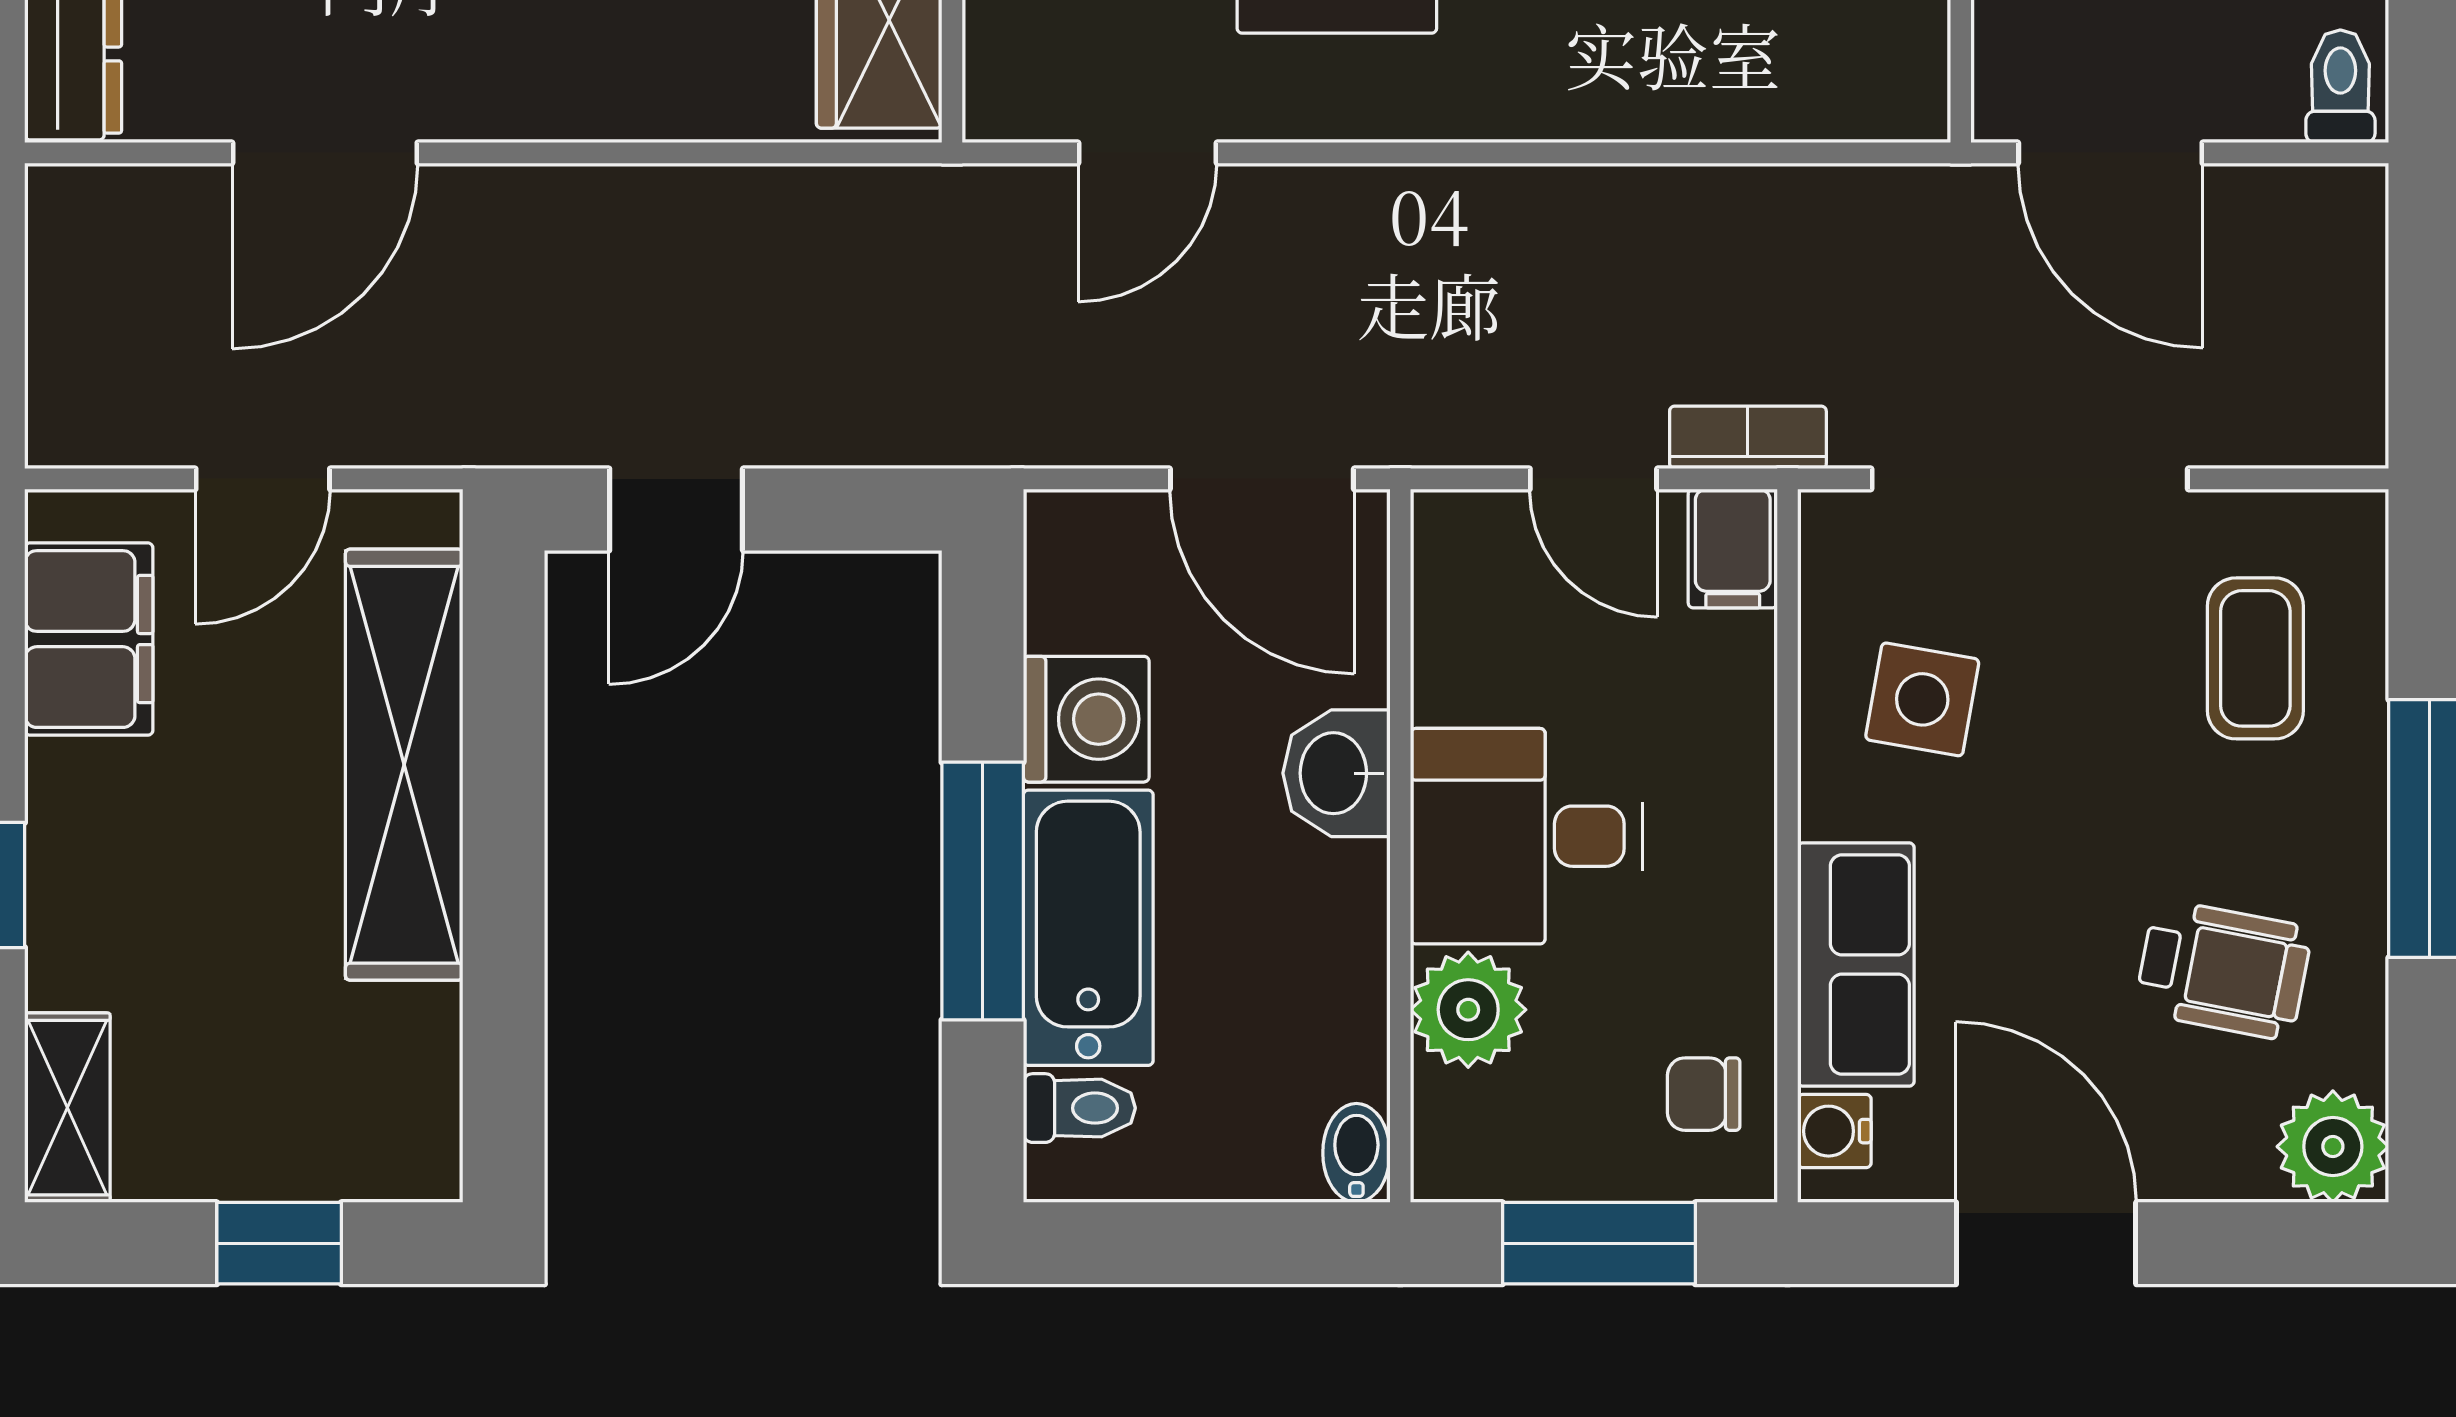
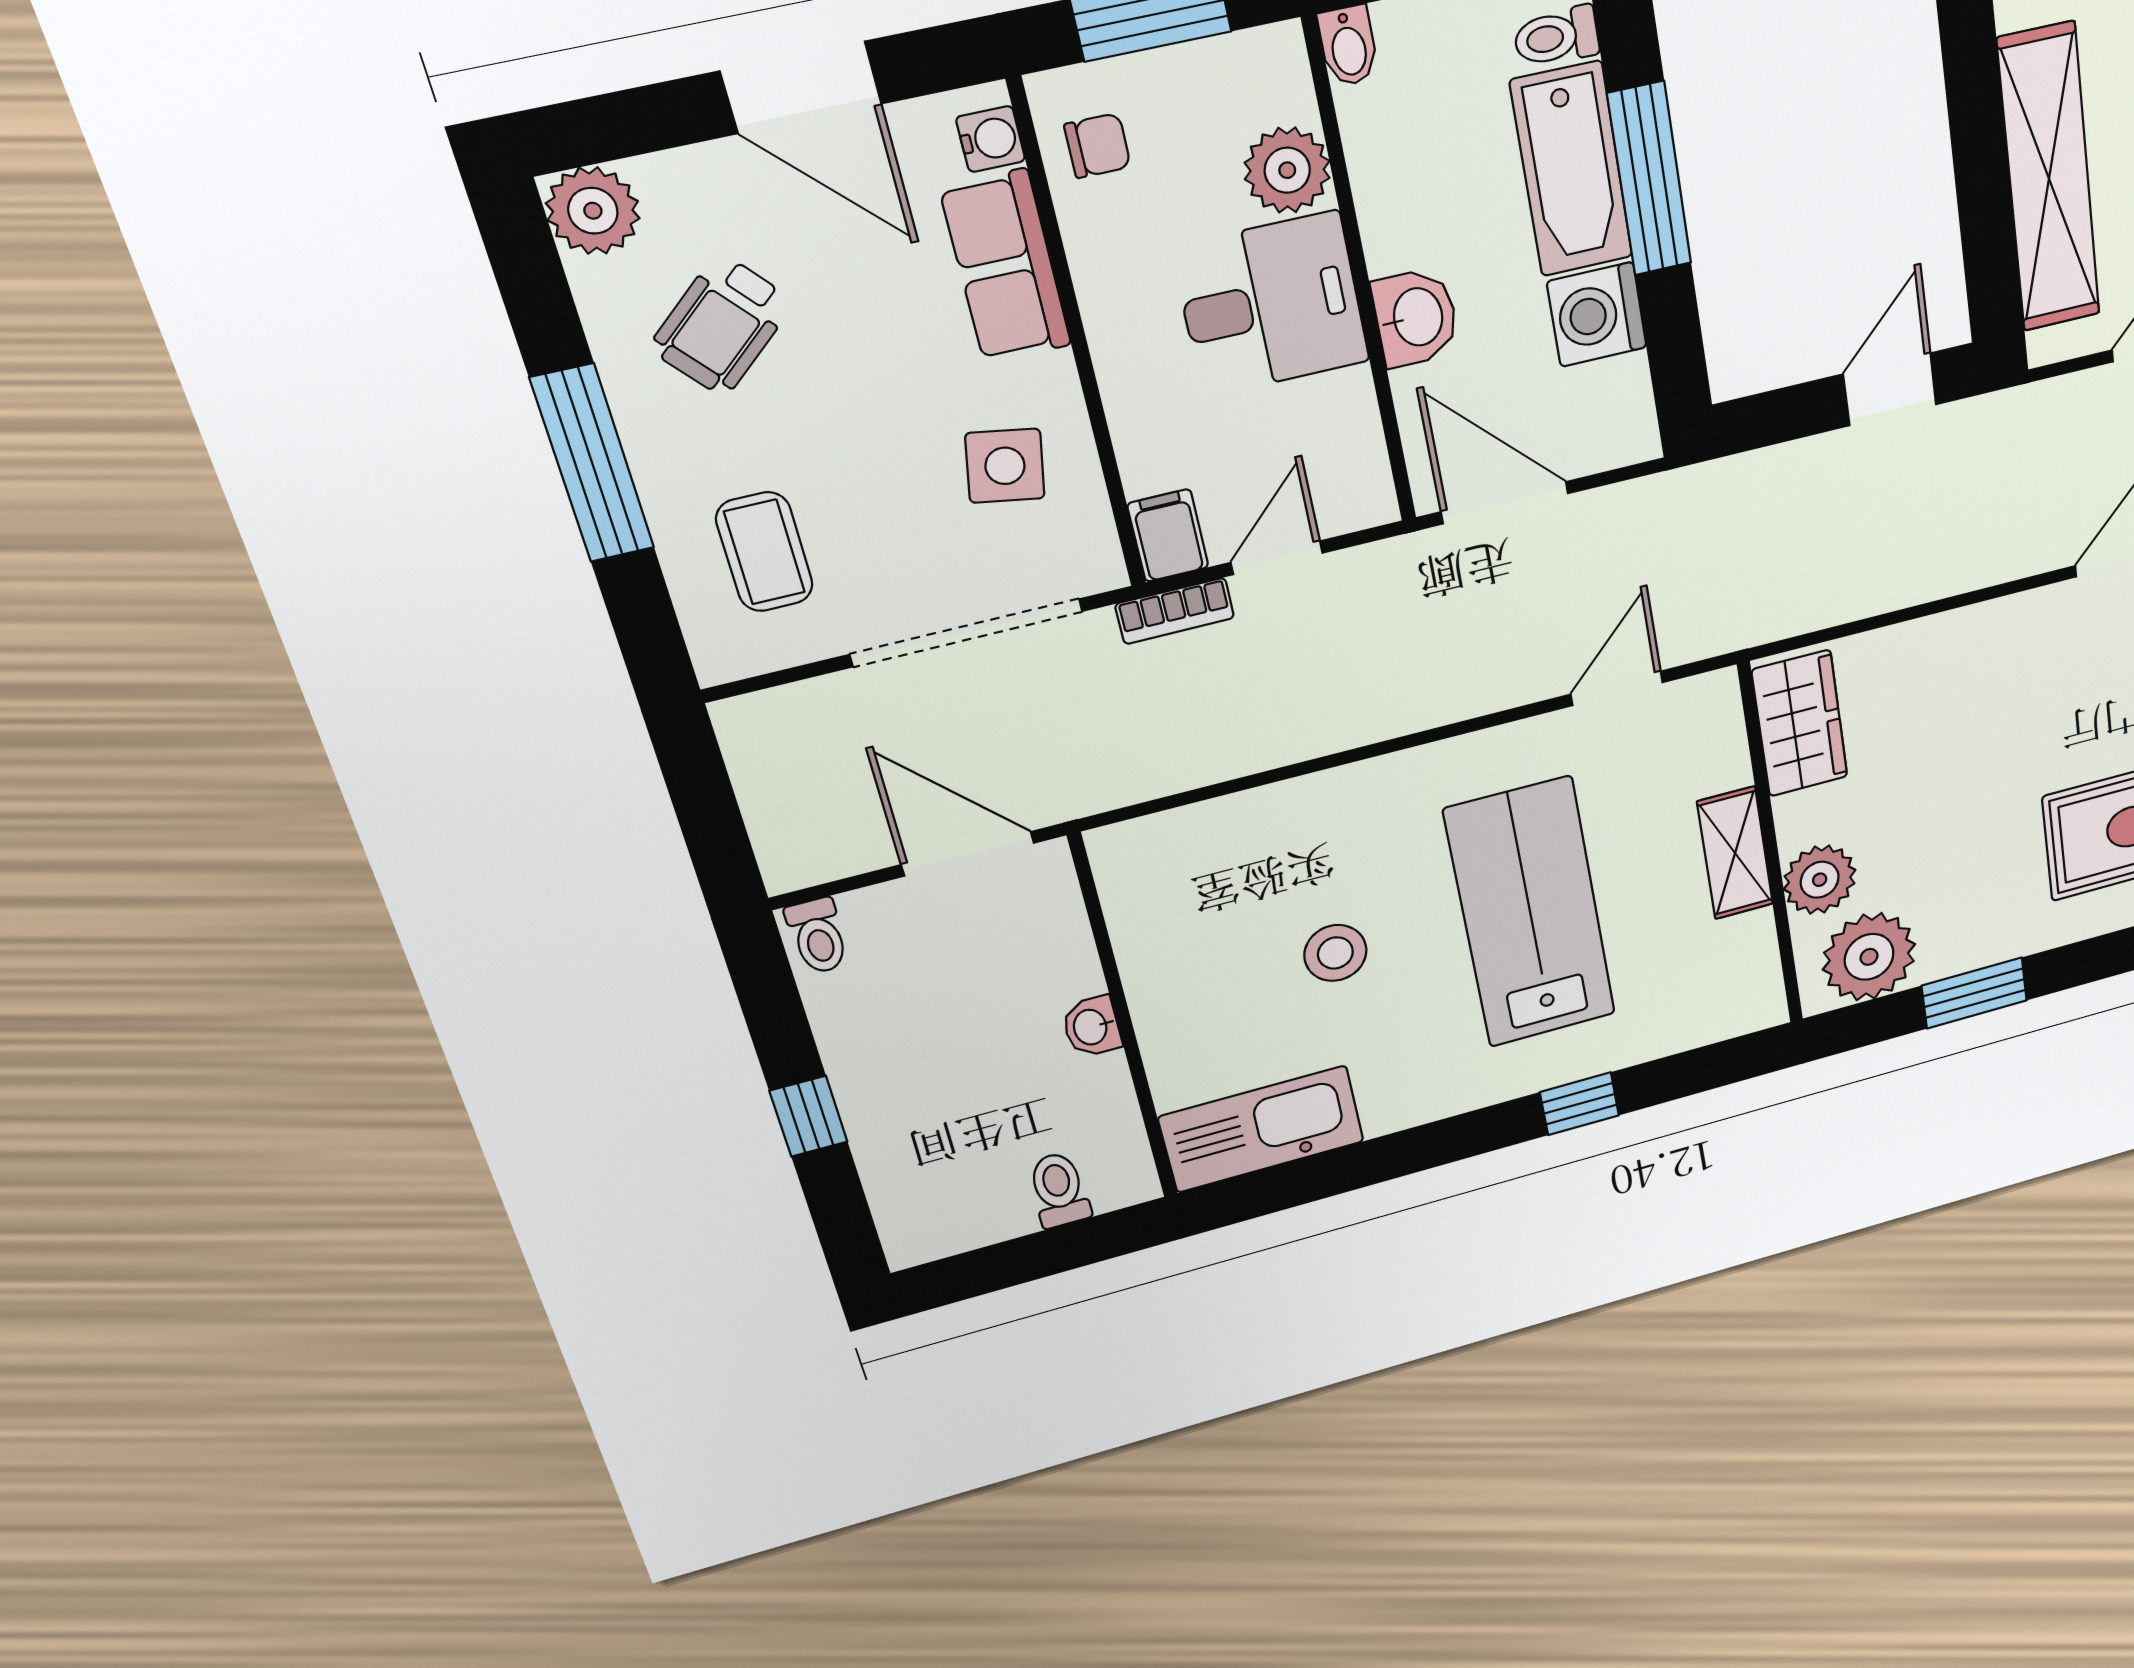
door: (1593, 479) -> (1277, 558), hinge flipped
wheelchair: (2223, 970) -> (722, 325), turned -52

